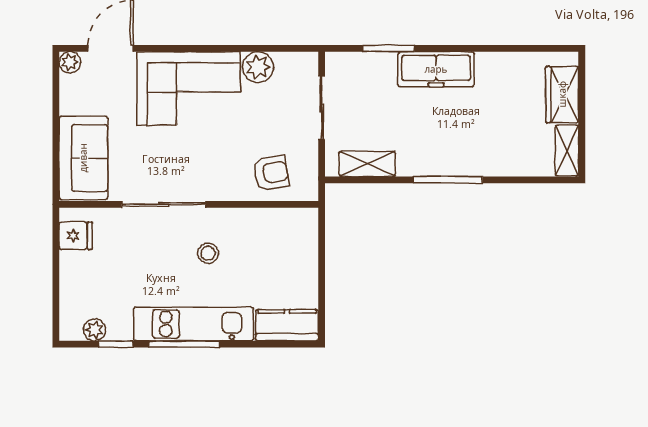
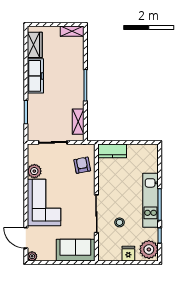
freezer: (436, 69) -> (35, 76), moved
wardrobe: (562, 94) -> (35, 45), moved, turned -90
fridge: (76, 236) -> (128, 254), moved
stool: (208, 253) -> (119, 222), moved
kitchen counter: (287, 325) -> (112, 151), moved, turned -90
plant: (95, 330) -> (149, 249), width x1.88, depth x1.88

